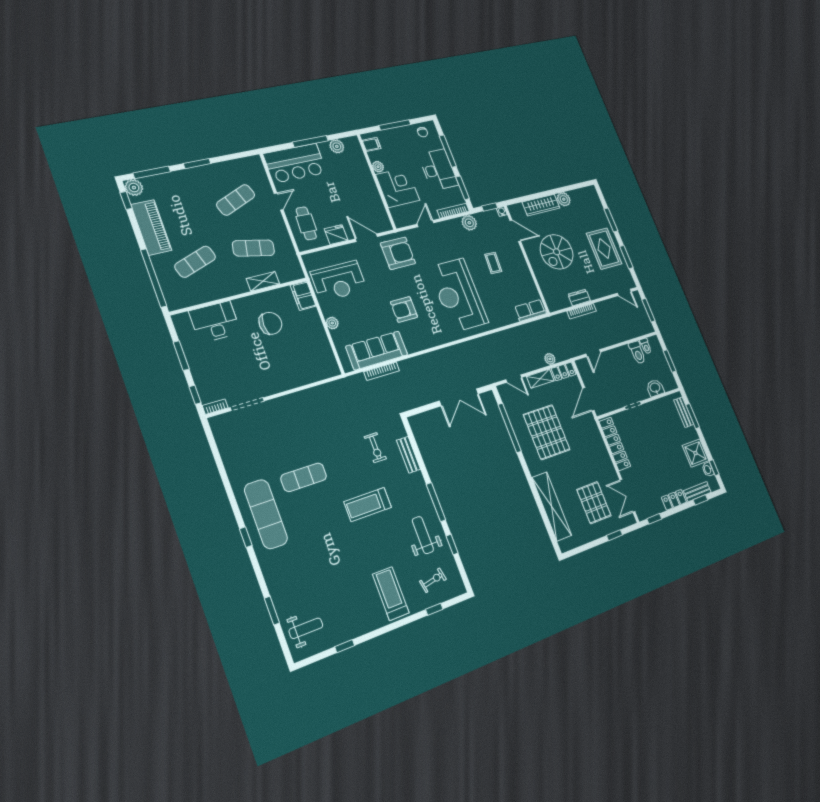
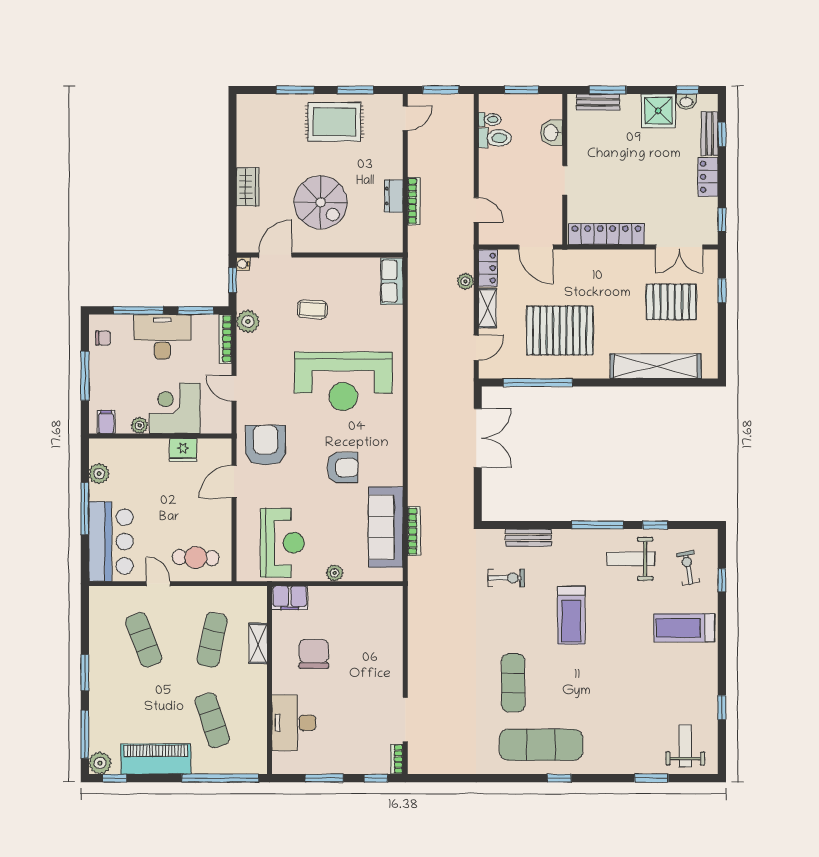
plant: (564, 199) -> (247, 155), removed
wardrobe: (541, 205) -> (248, 187), width x0.67
fridge: (336, 235) -> (183, 450), moved, turned -90
armchair: (404, 309) -> (343, 468), turned -90

